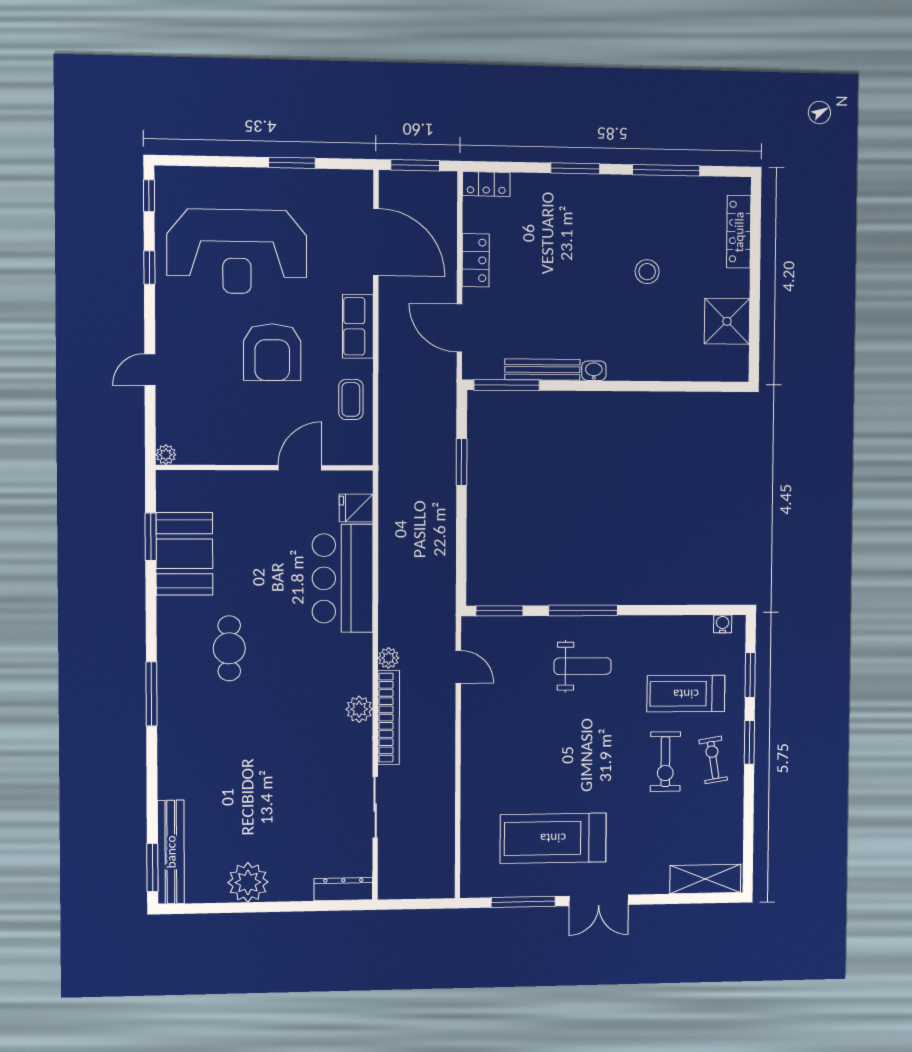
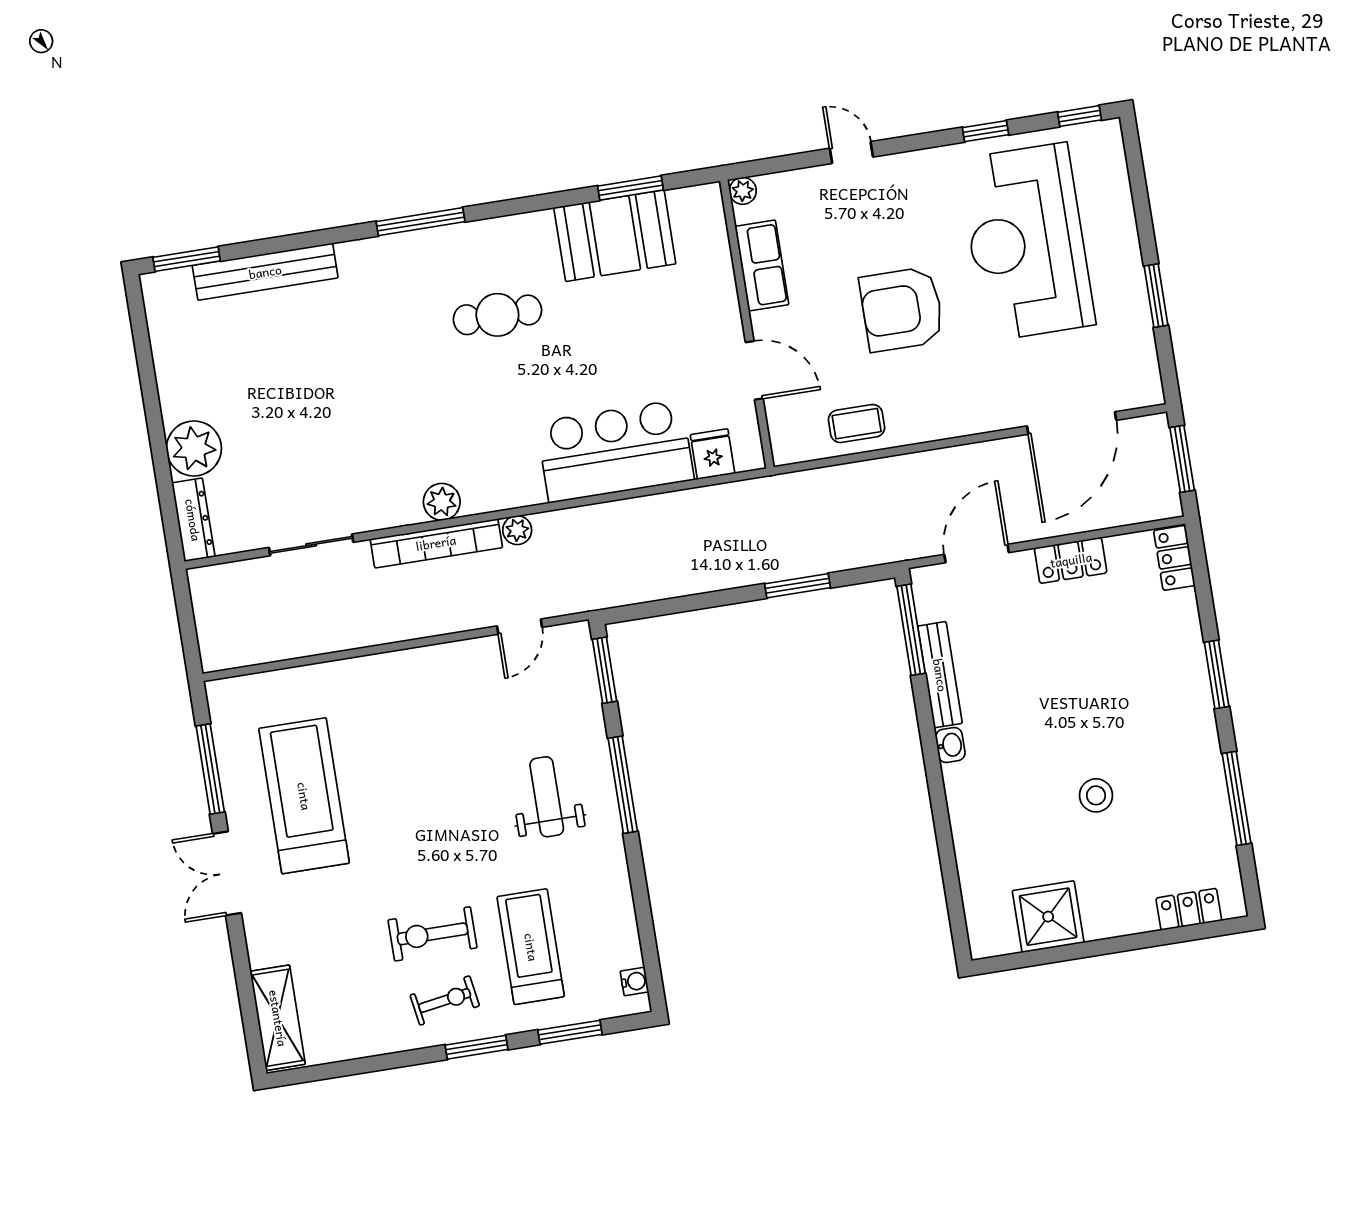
locker: (739, 232) -> (1189, 909), width x0.66
row of seats: (358, 326) -> (762, 266), moved, turned 90
weight bench: (583, 666) -> (547, 797), turned 180
bench: (171, 852) -> (265, 272), moved
plant: (248, 882) -> (194, 448), moved

